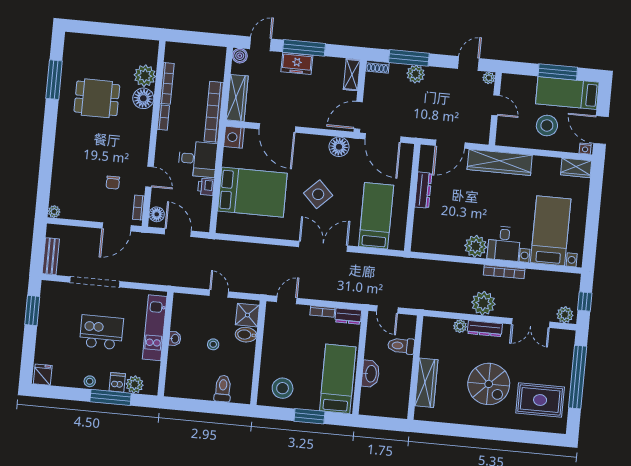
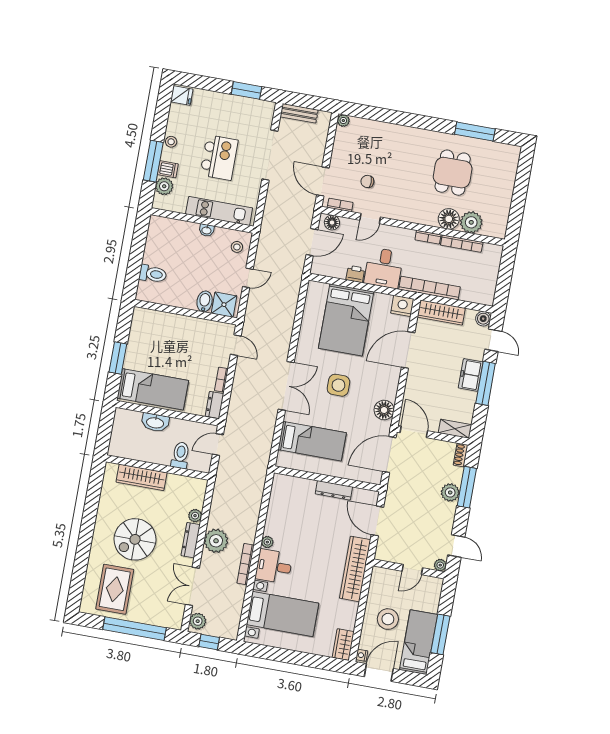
side table: (318, 194) -> (338, 385), turned 45
plant: (476, 246) -> (267, 542), width x0.53, depth x0.53
stool: (213, 344) -> (237, 247), moved
stool: (283, 388) -> (148, 333), removed

